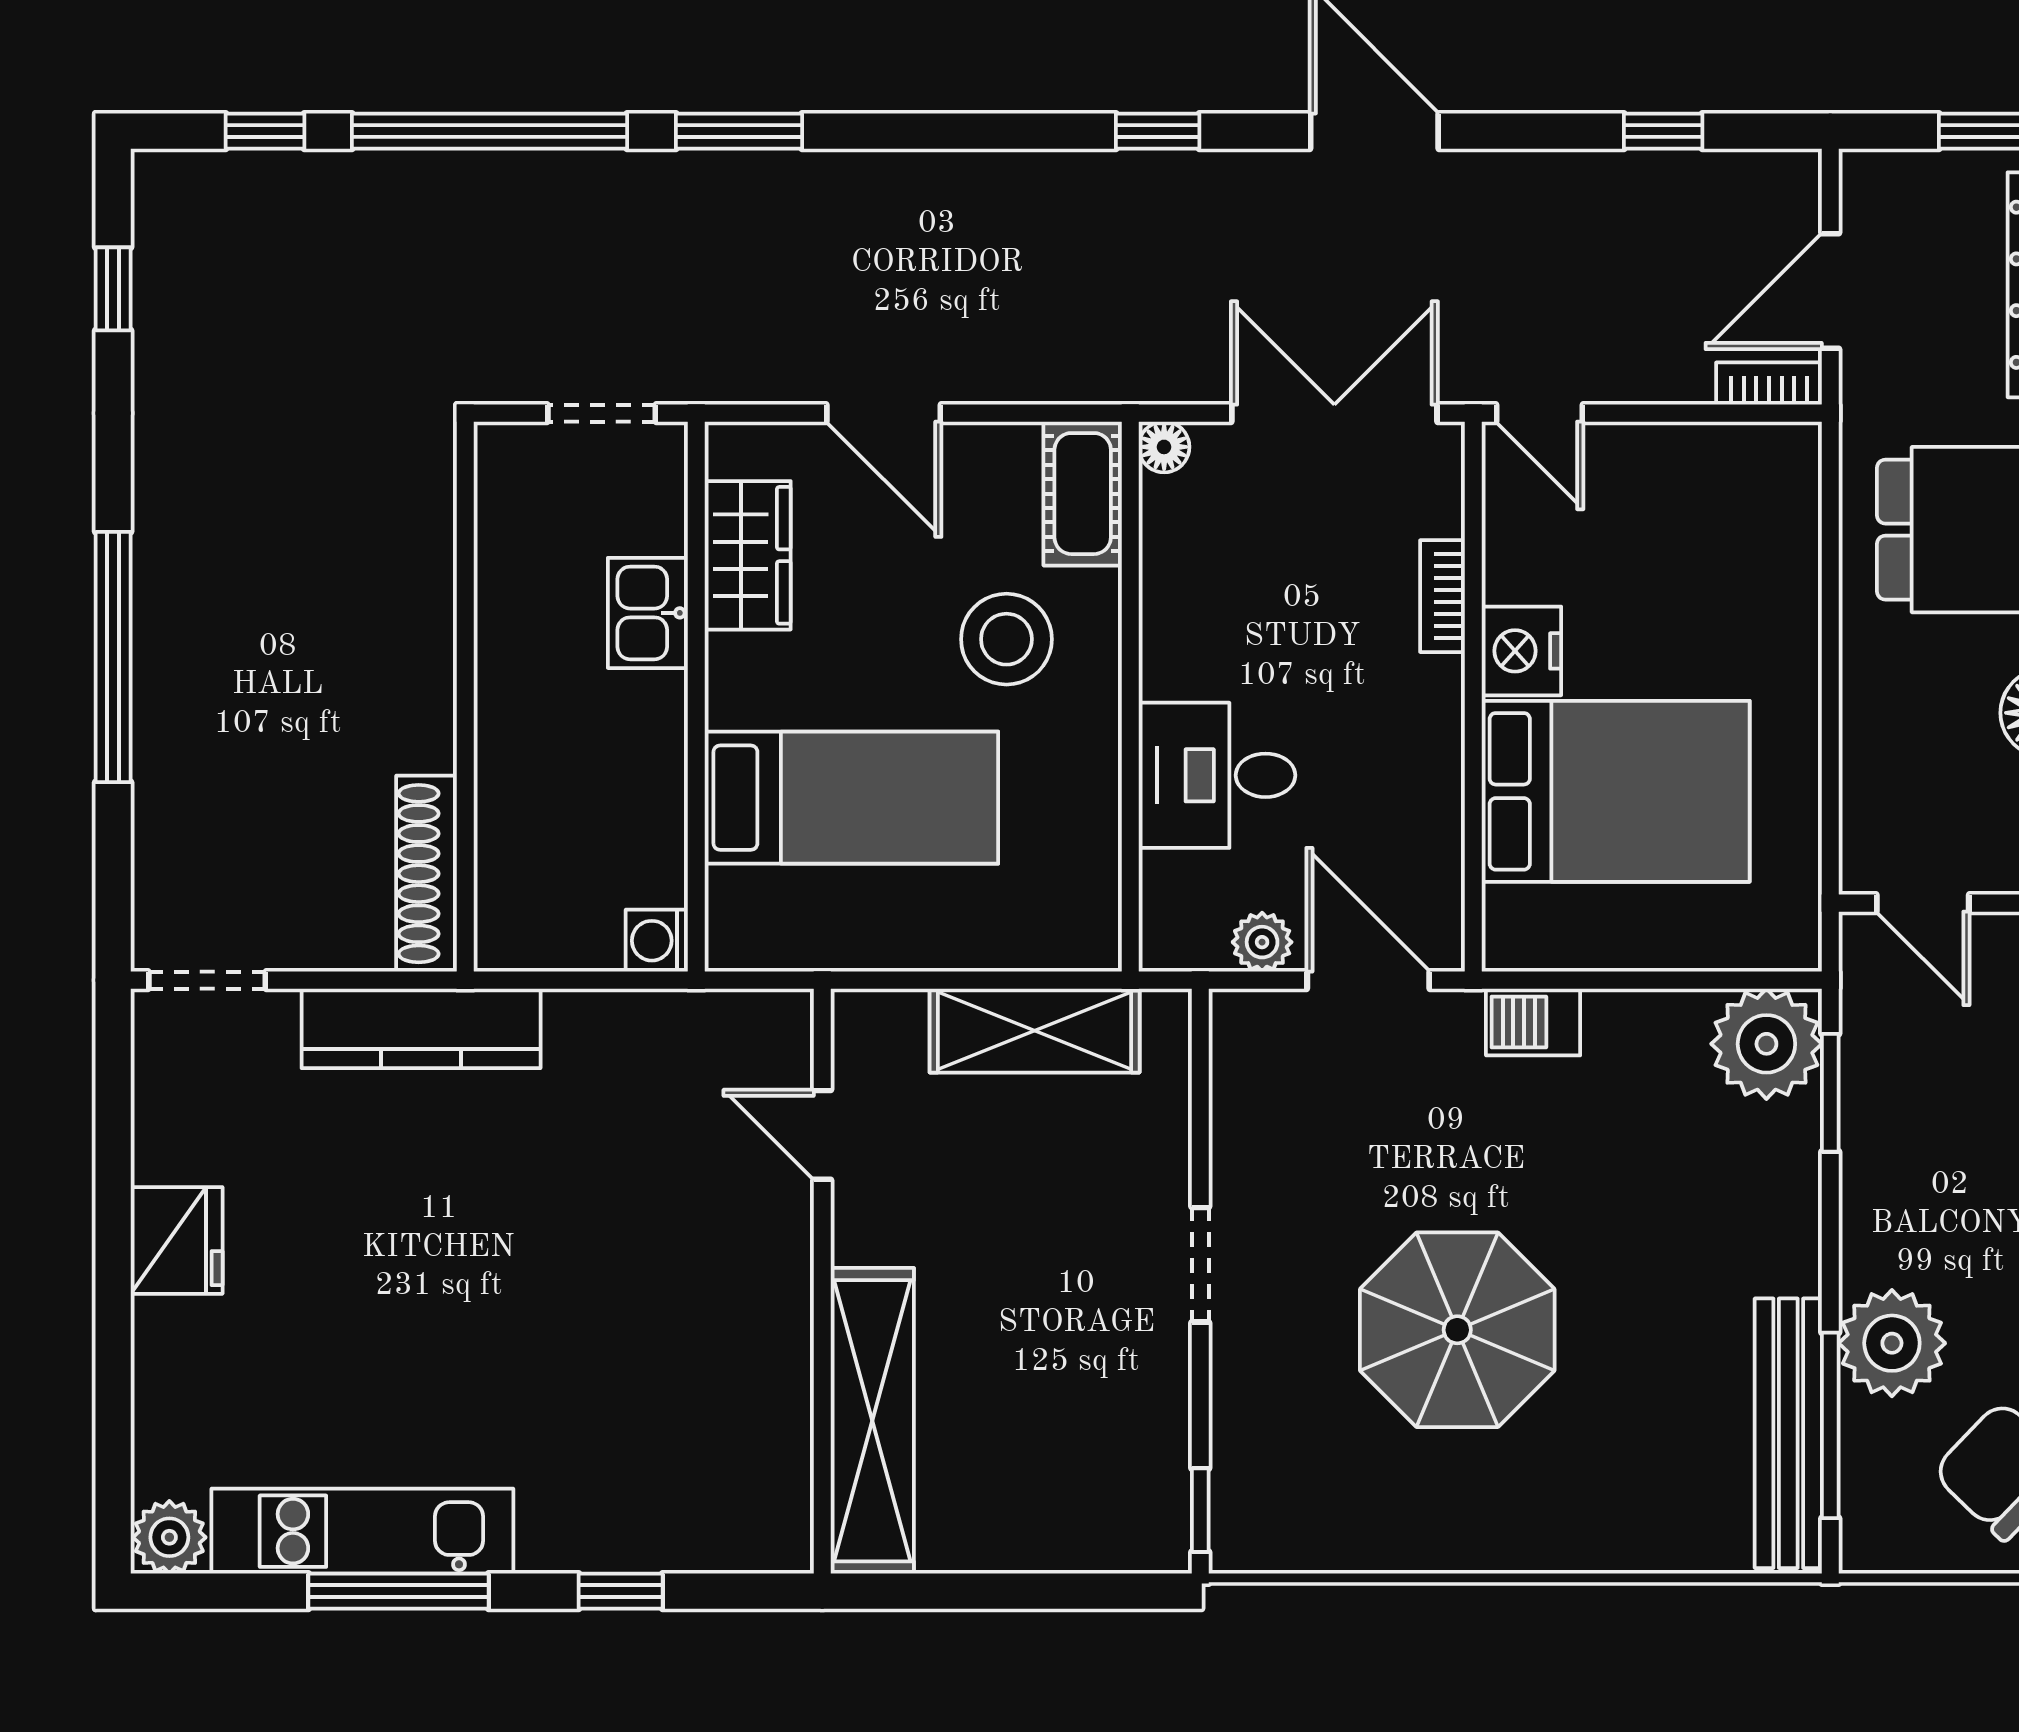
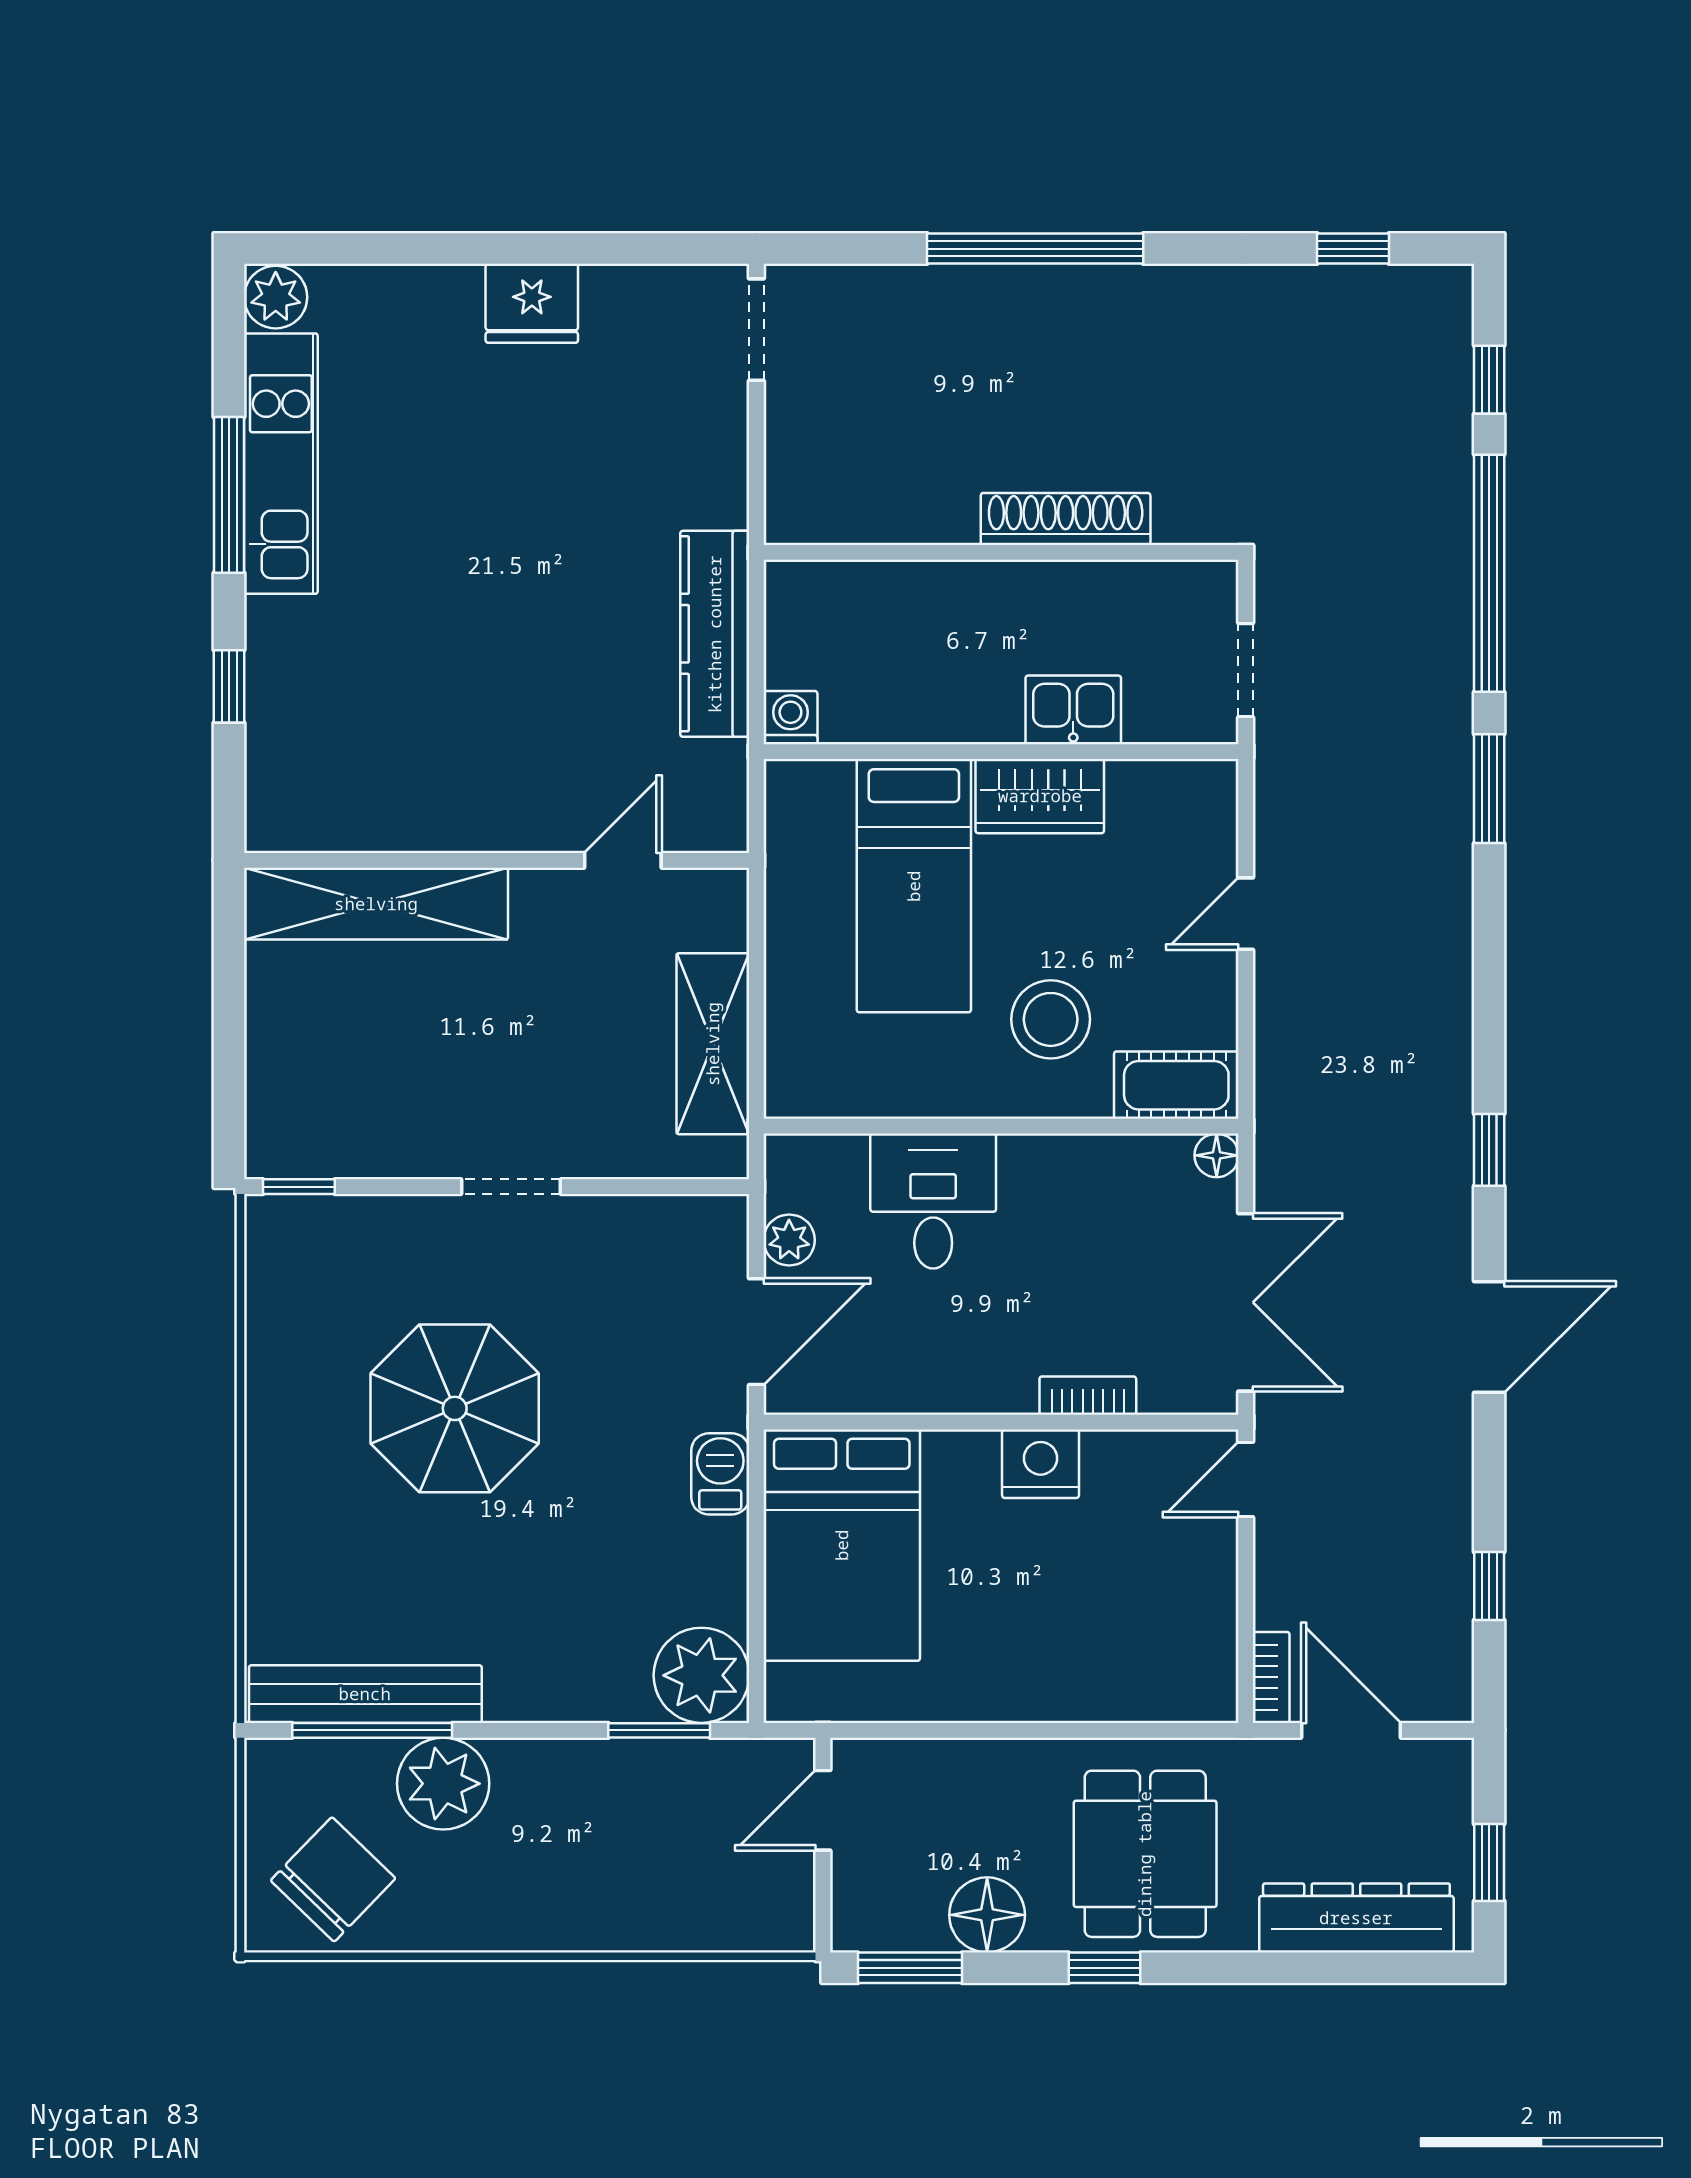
door: (884, 413) -> (1246, 914), width x0.73
wardrobe: (748, 555) -> (1040, 796), moved
bed: (1616, 791) -> (842, 1545), moved
shoe rack: (427, 874) -> (1066, 519), moved
kitchen counter: (421, 1028) -> (715, 634), moved

